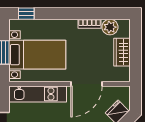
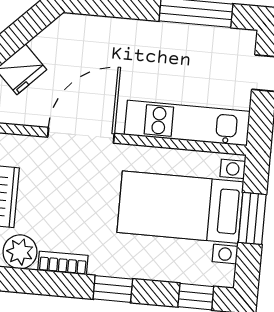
window: (65, 14) -> (113, 289), added

